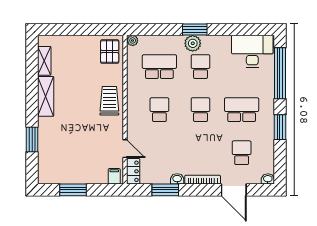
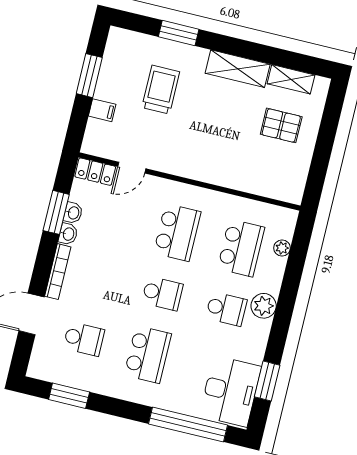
window: (195, 29) -> (267, 381), moved
plant: (133, 40) -> (282, 248), moved
pallet: (110, 52) -> (281, 125), moved
trolley: (109, 101) -> (161, 90), moved, turned -90
school desk: (159, 110) -> (177, 233), width x1.85
window: (280, 127) -> (69, 396), moved
filing cabinet: (114, 176) -> (102, 110), moved
washbasin: (268, 179) -> (73, 213), moved

